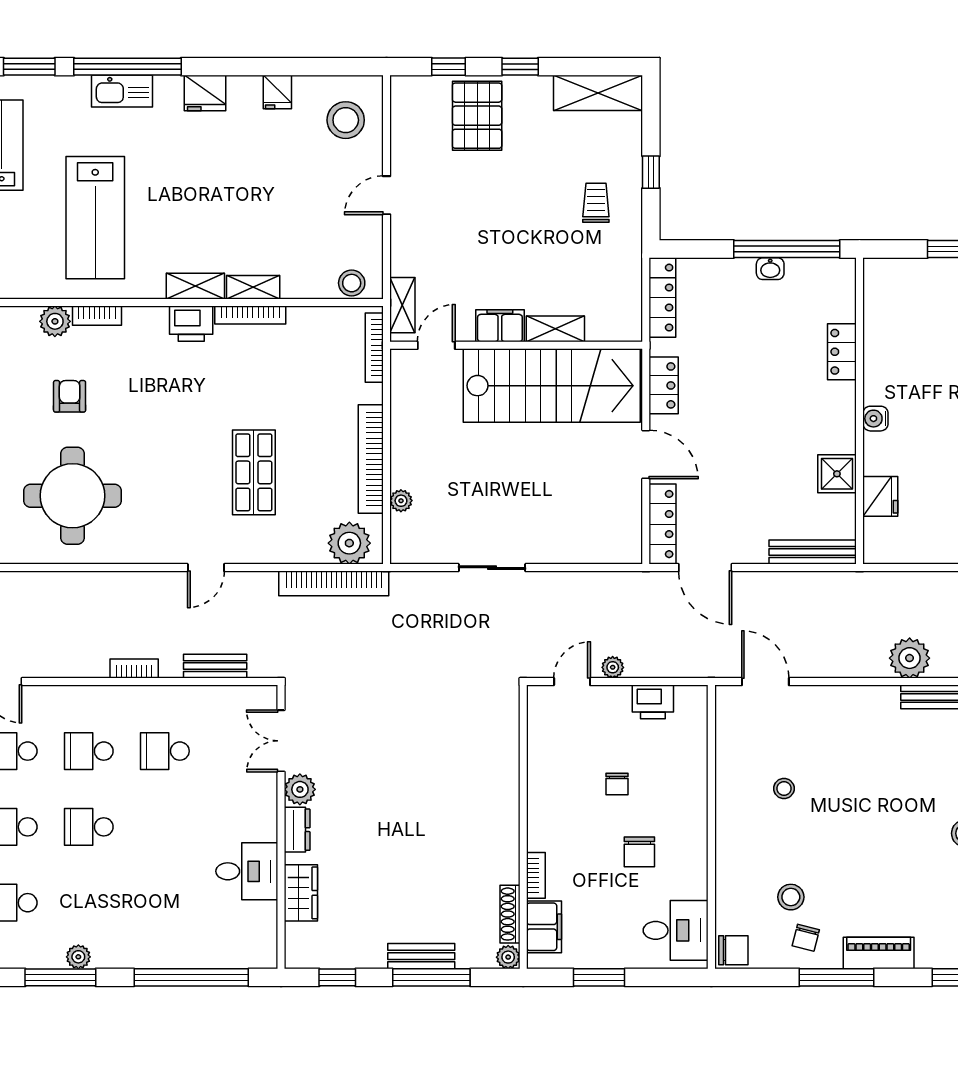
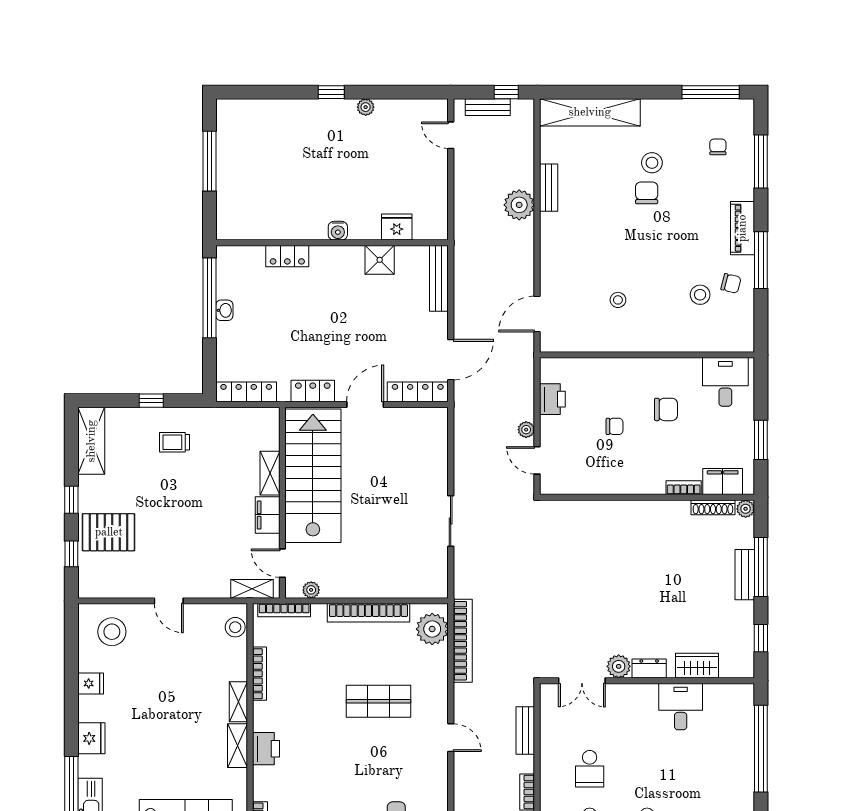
bookcase: (250, 315) -> (259, 674), moved
plant: (401, 501) -> (311, 590), moved
chair: (733, 950) -> (647, 193), moved

